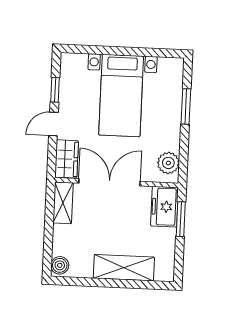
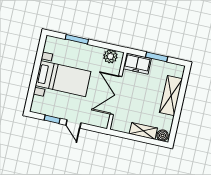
wardrobe: (67, 159) -> (97, 120), removed
shelving: (63, 203) -> (143, 131), moved
window: (181, 219) -> (157, 57), moved

